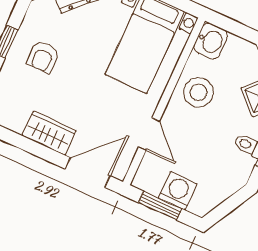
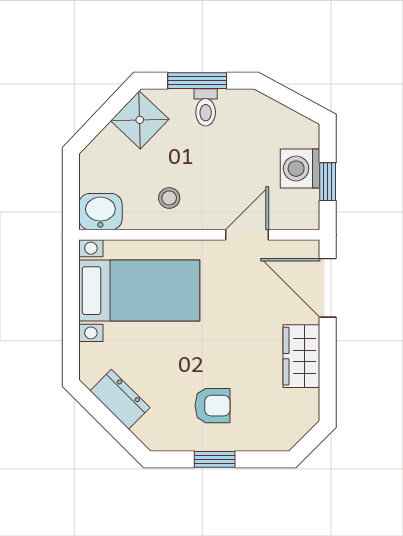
stool: (198, 92) -> (169, 198), width x0.53, depth x0.53
window: (160, 206) -> (328, 182), width x0.67

